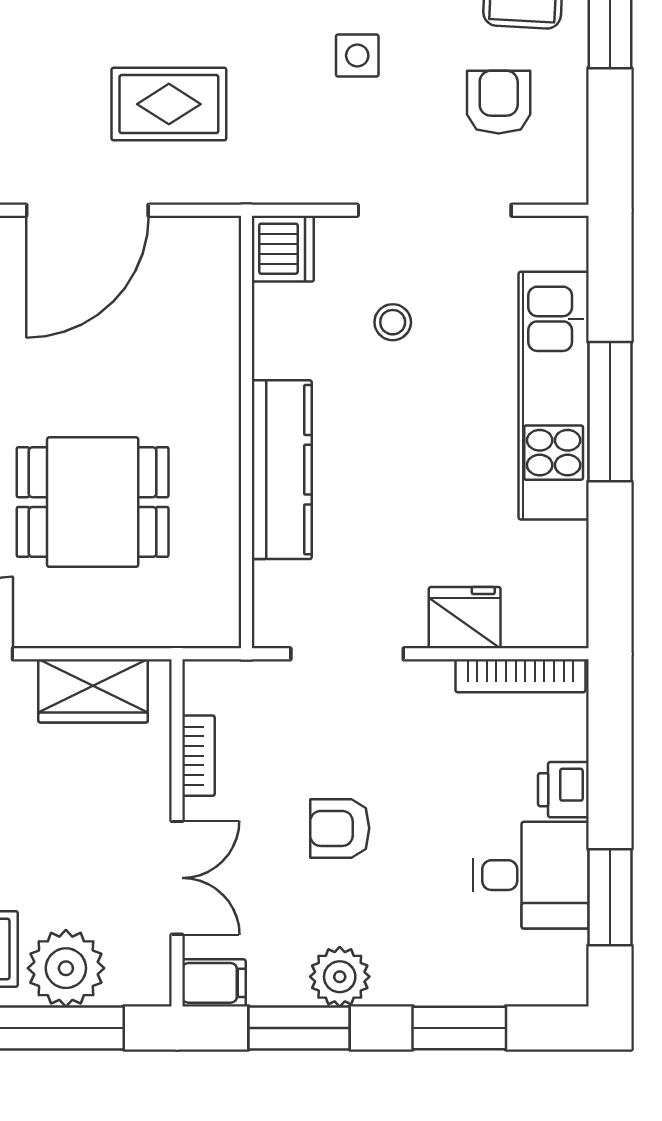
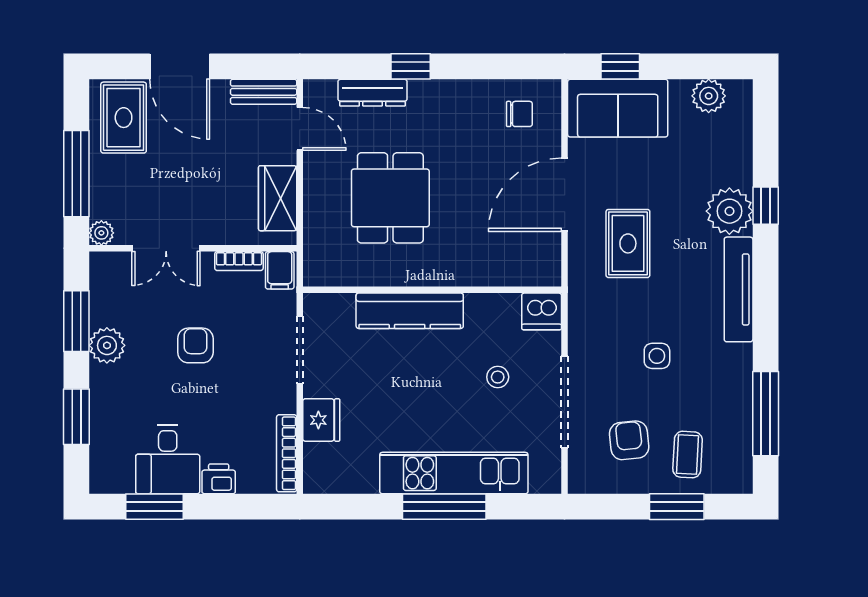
armchair: (499, 102) -> (629, 440), turned -96
door: (87, 210) -> (565, 195), hinge flipped
plant: (66, 968) -> (101, 233), moved, width x0.53, depth x0.53
filing cabinet: (214, 983) -> (280, 270), moved

